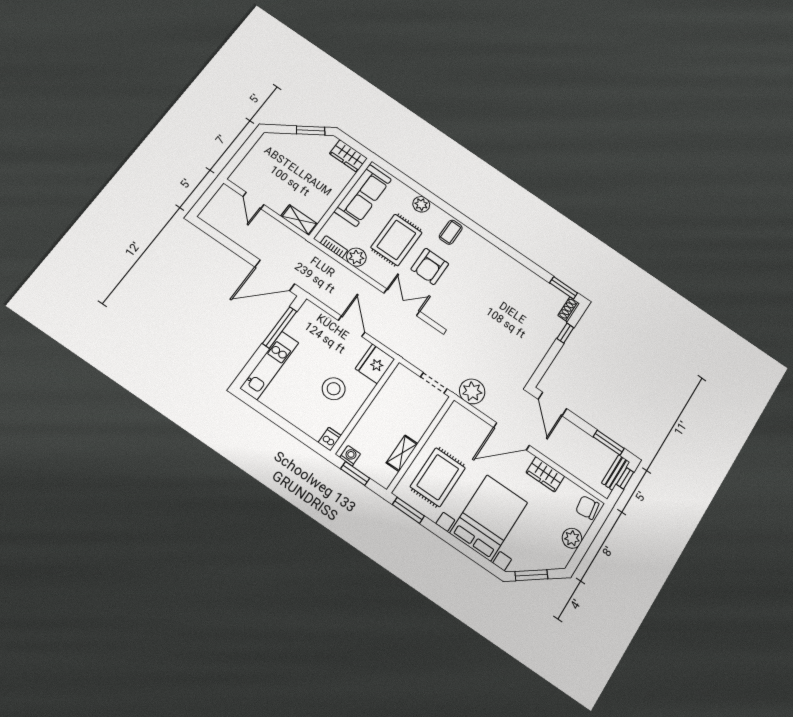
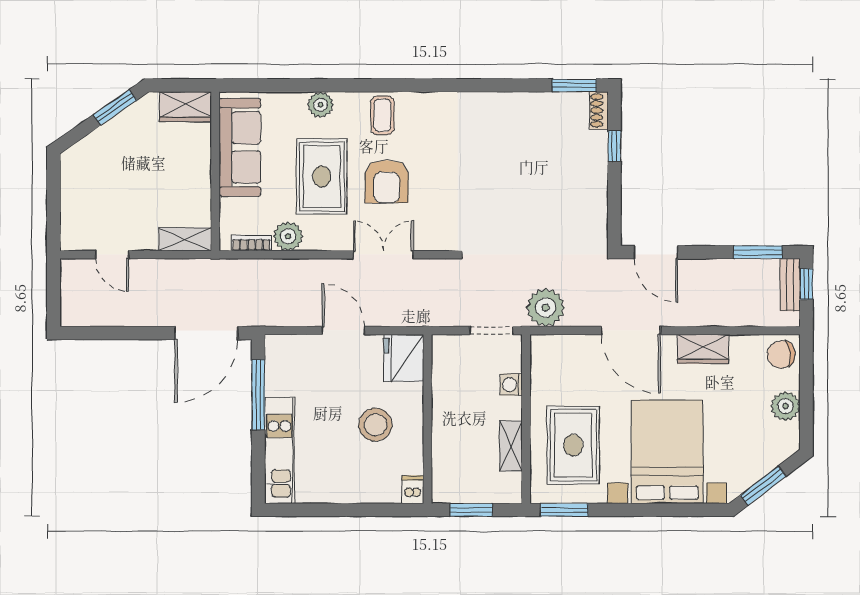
door: (511, 436) -> (631, 330), hinge flipped
washing machine: (350, 456) -> (511, 385), moved, turned -90

